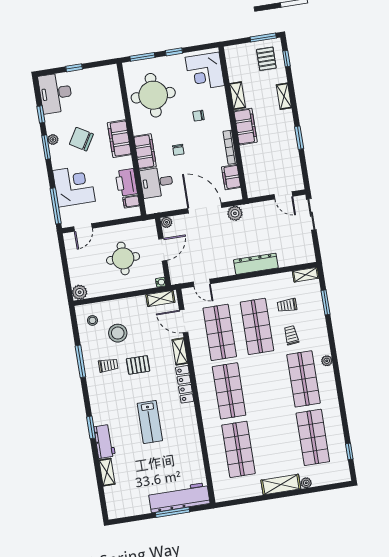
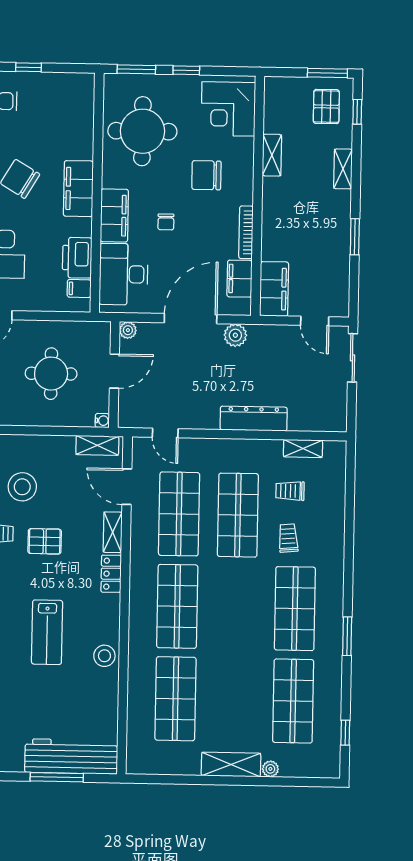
chair: (198, 116) -> (206, 175), width x1.87, depth x1.87
filing cabinet: (246, 127) -> (274, 289), moved
desk: (157, 182) -> (124, 274), width x1.37
door: (205, 208) -> (191, 319), hinge flipped
shelving: (306, 275) -> (303, 449), moved
window: (325, 302) -> (347, 636), moved
plant: (327, 361) -> (336, 587), removed
locker: (185, 384) -> (111, 574), width x0.66
stool: (189, 430) -> (104, 656), added

